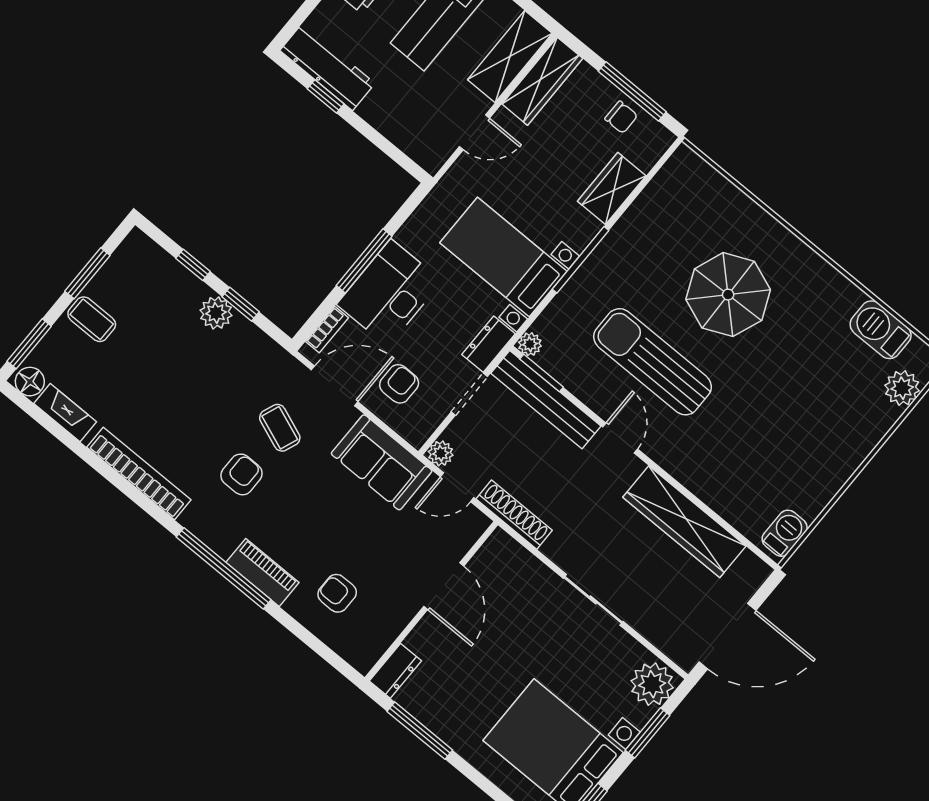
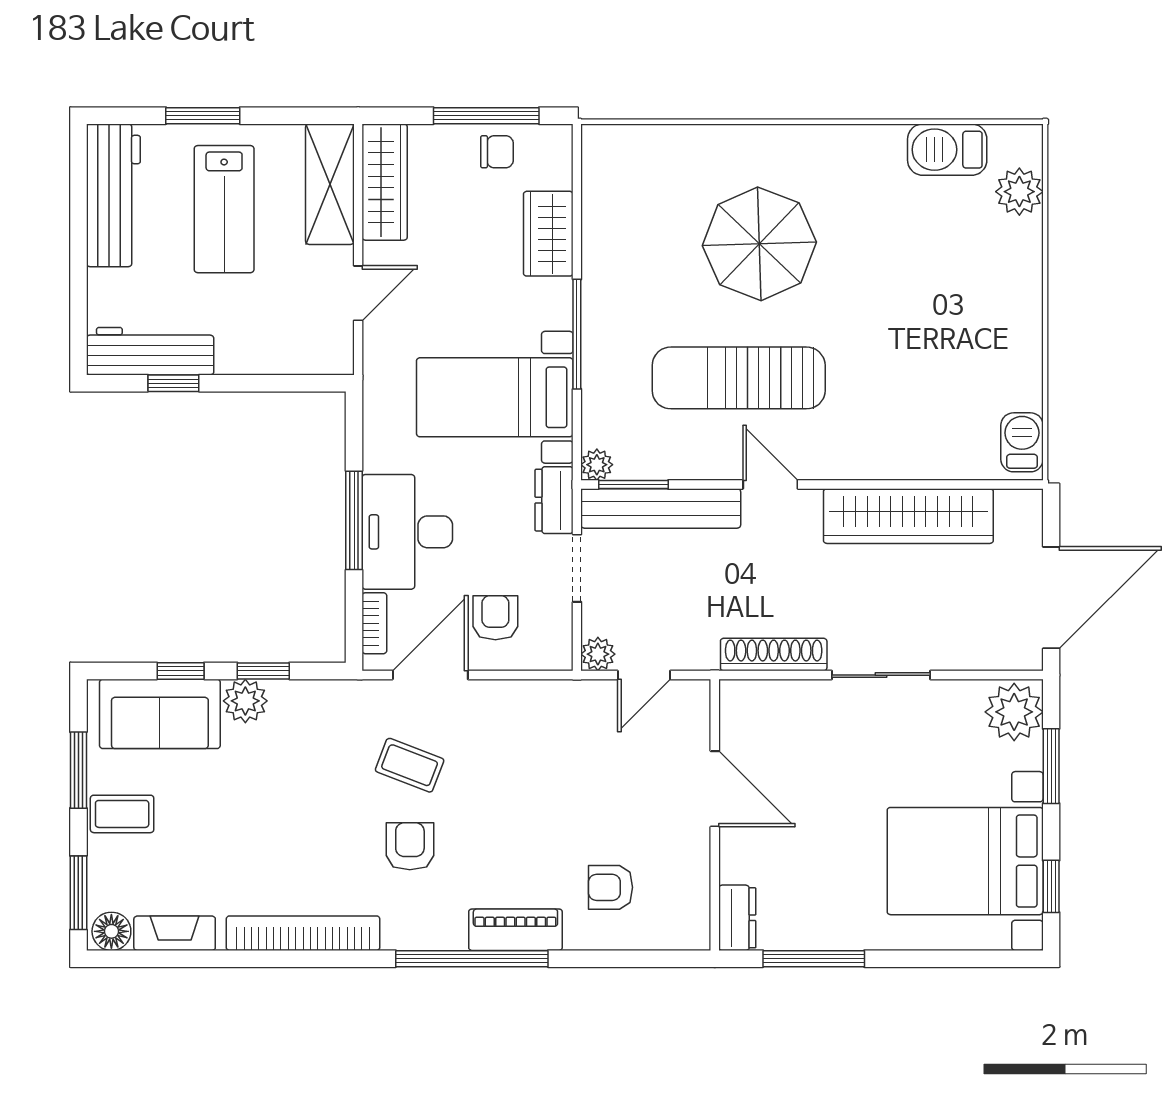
sofa: (382, 462) -> (160, 714), moved
shoe rack: (514, 515) -> (774, 655), moved

